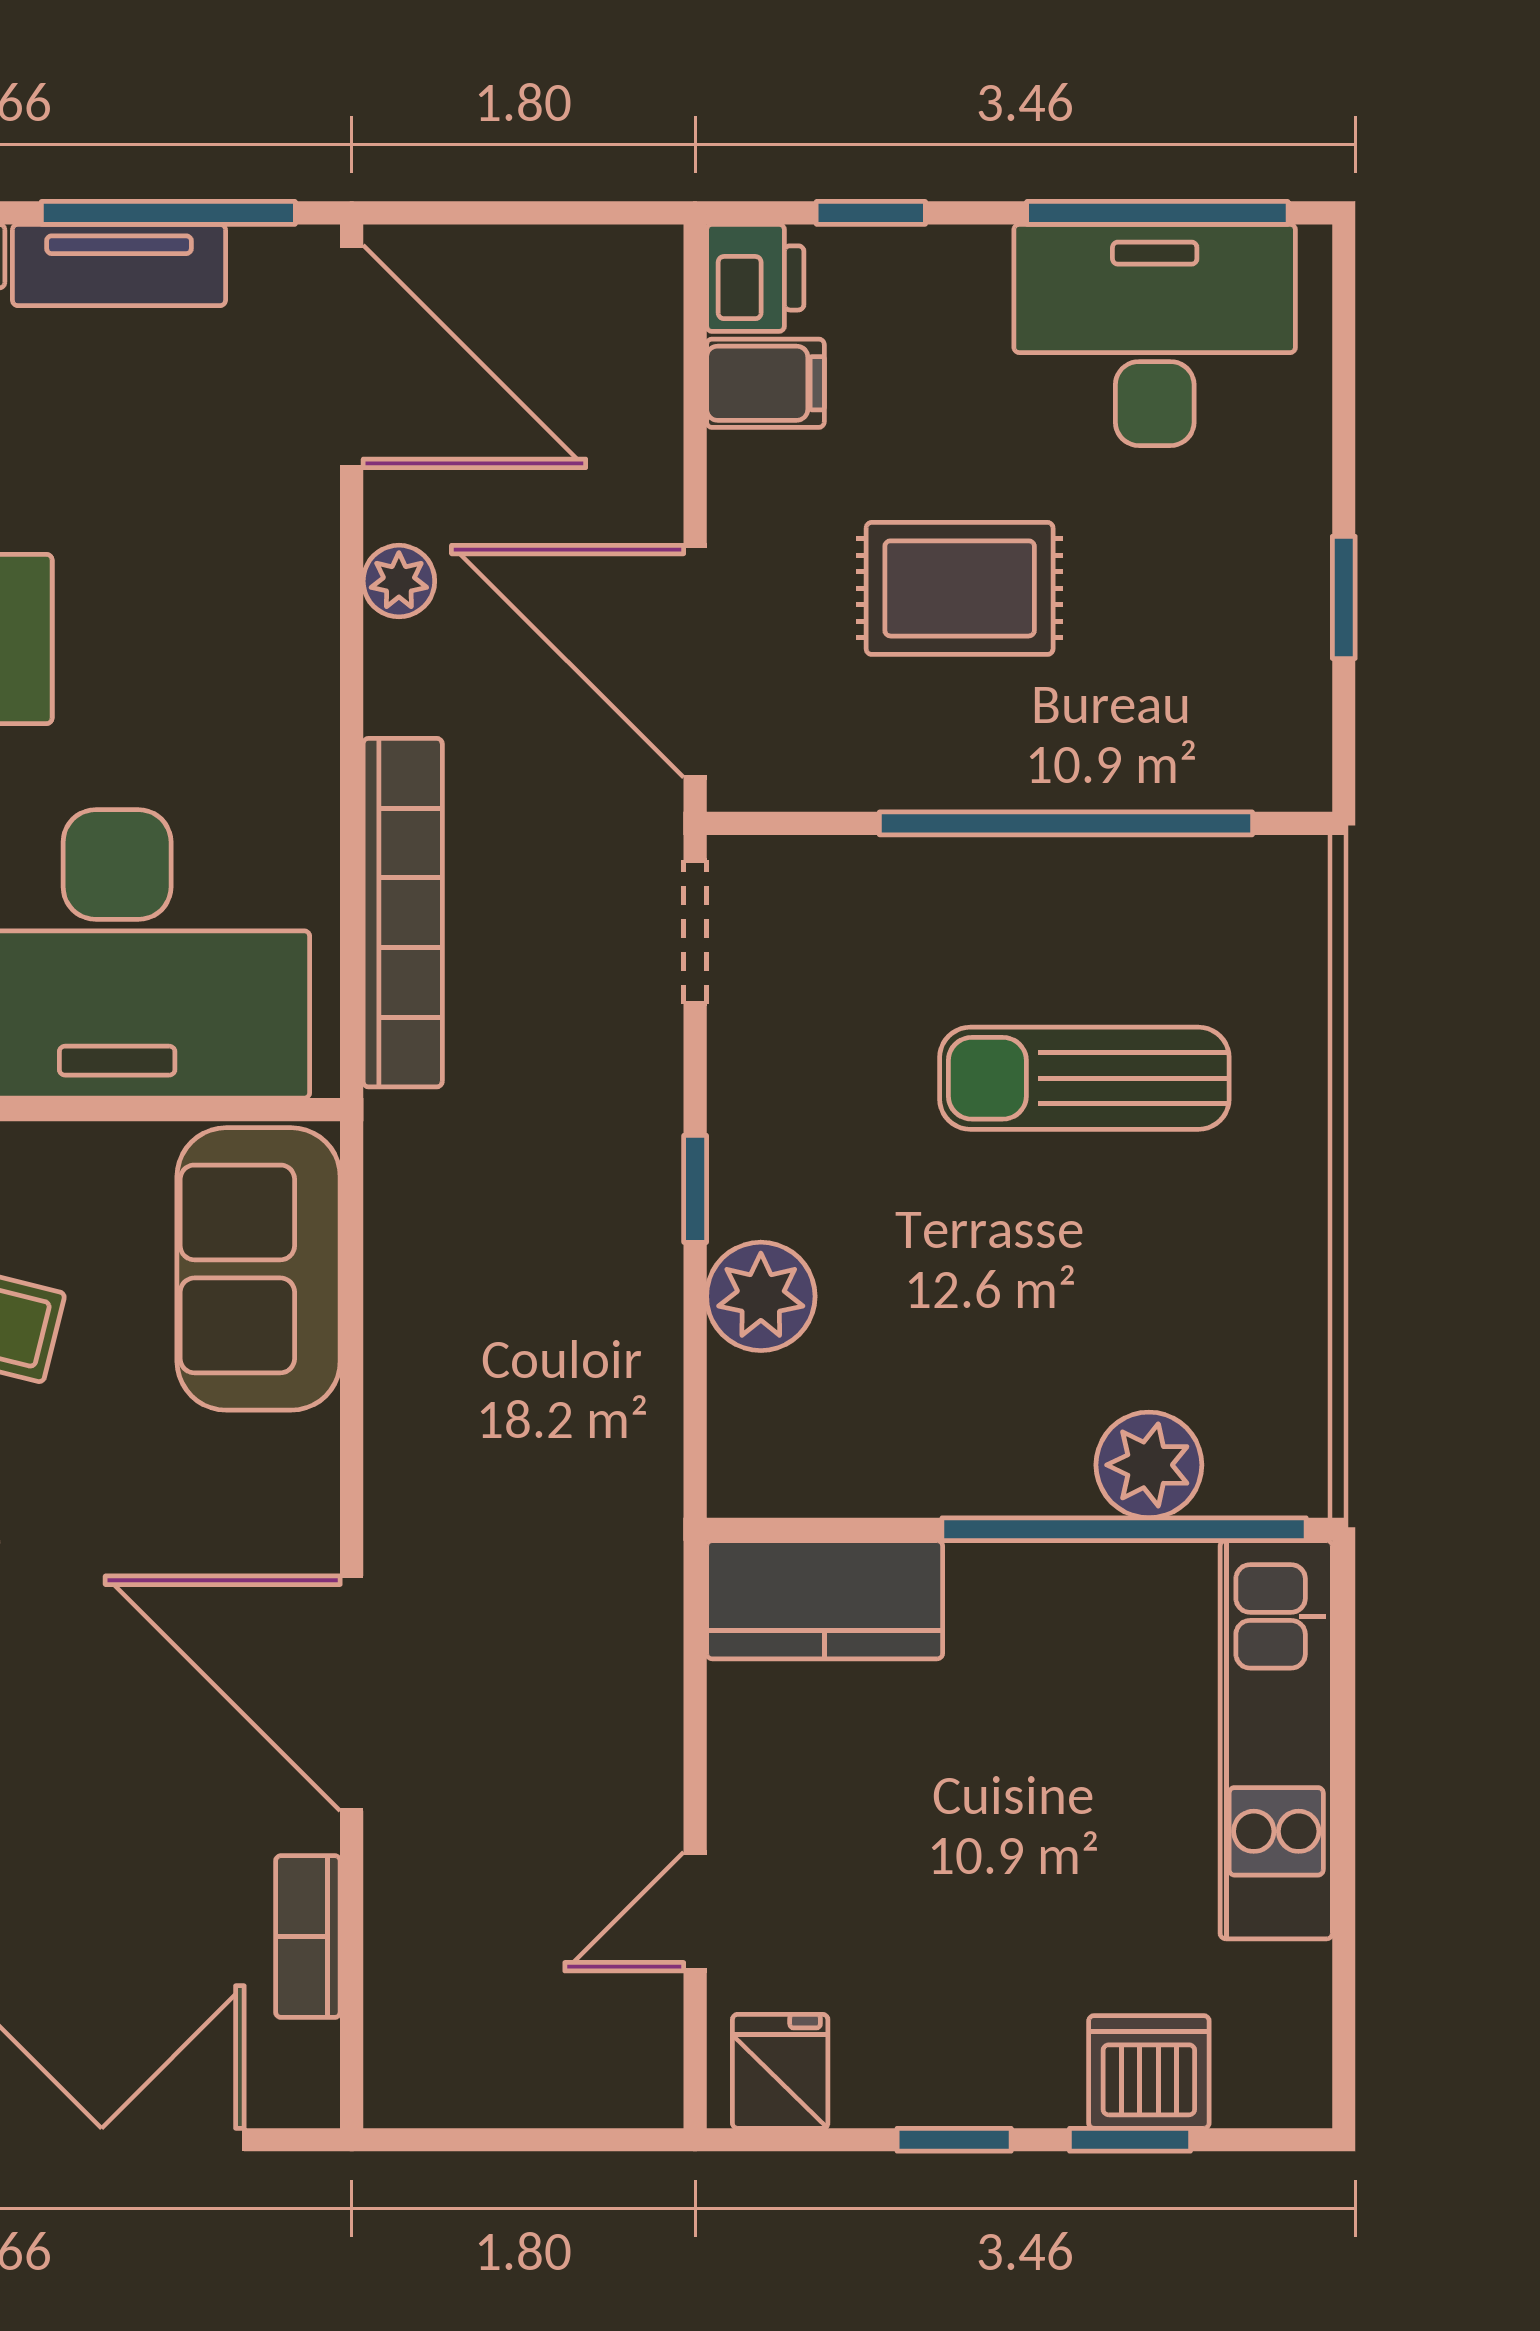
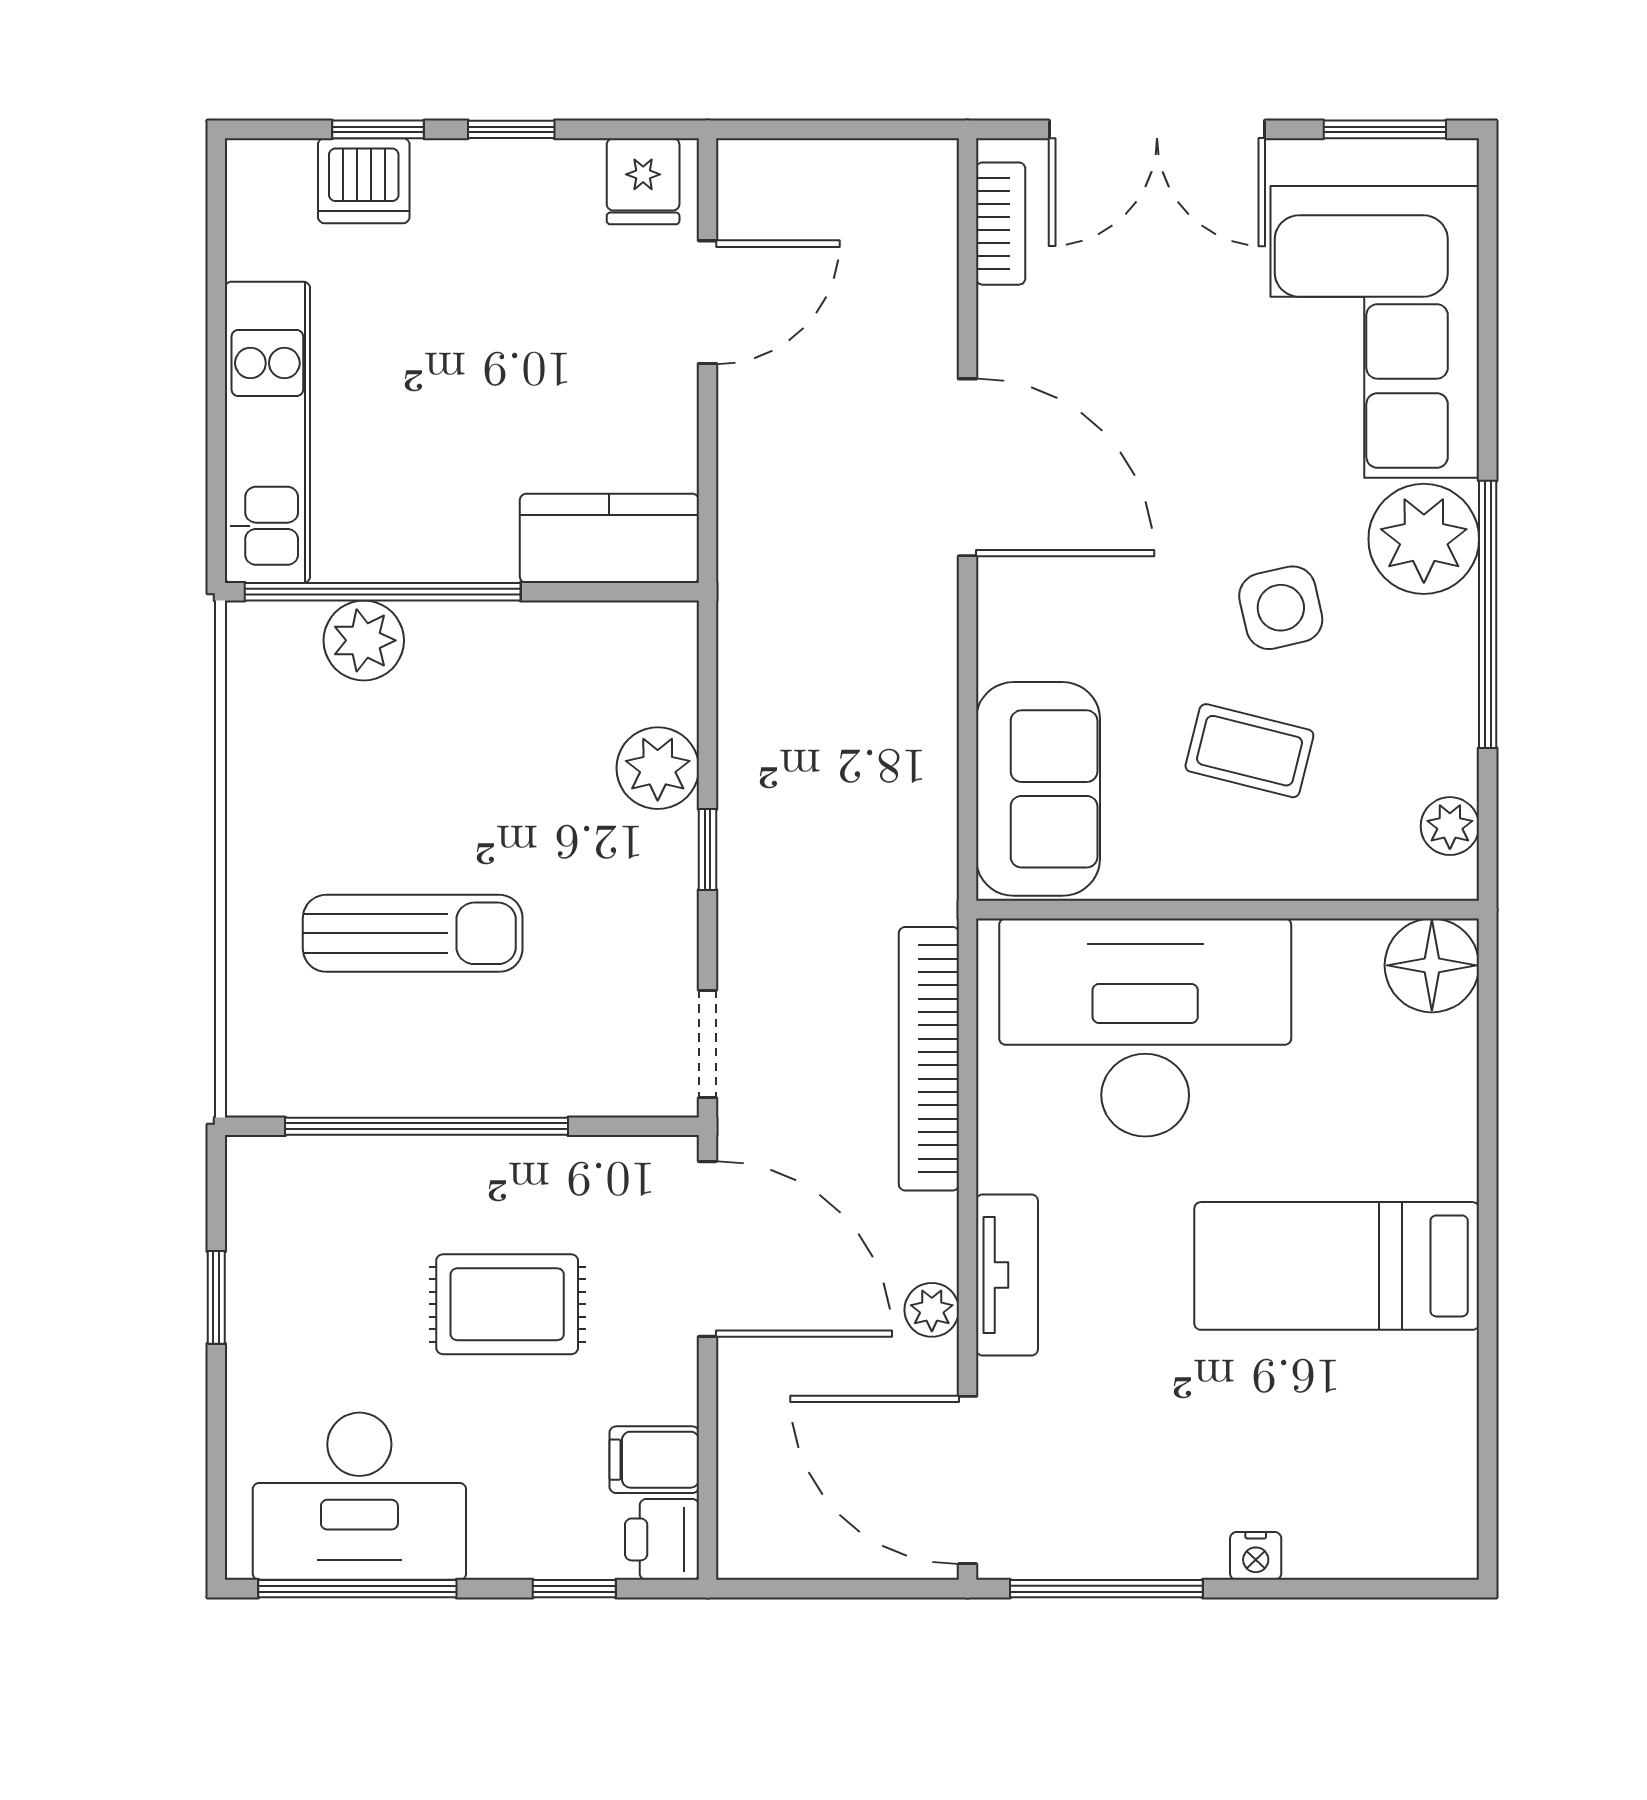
tv unit: (119, 265) -> (1007, 1275), moved, turned 90
door: (695, 1912) -> (707, 302), width x1.37
bookcase: (308, 1937) -> (1001, 224), moved

